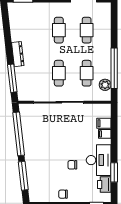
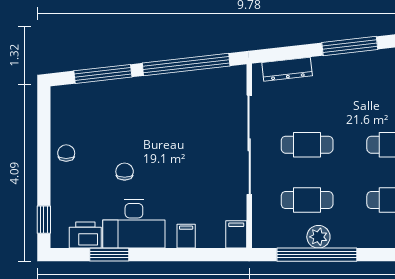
dresser: (18, 54) -> (287, 69), moved
window: (12, 78) -> (350, 46), moved
plant: (105, 85) -> (318, 237), moved
filing cabinet: (104, 123) -> (236, 234), moved

